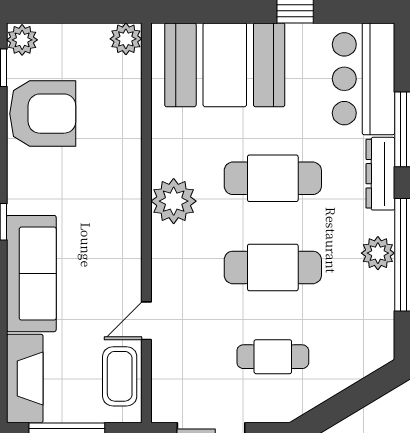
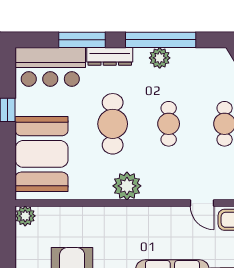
cafe table: (273, 267) -> (169, 124), width x0.73, depth x0.74

